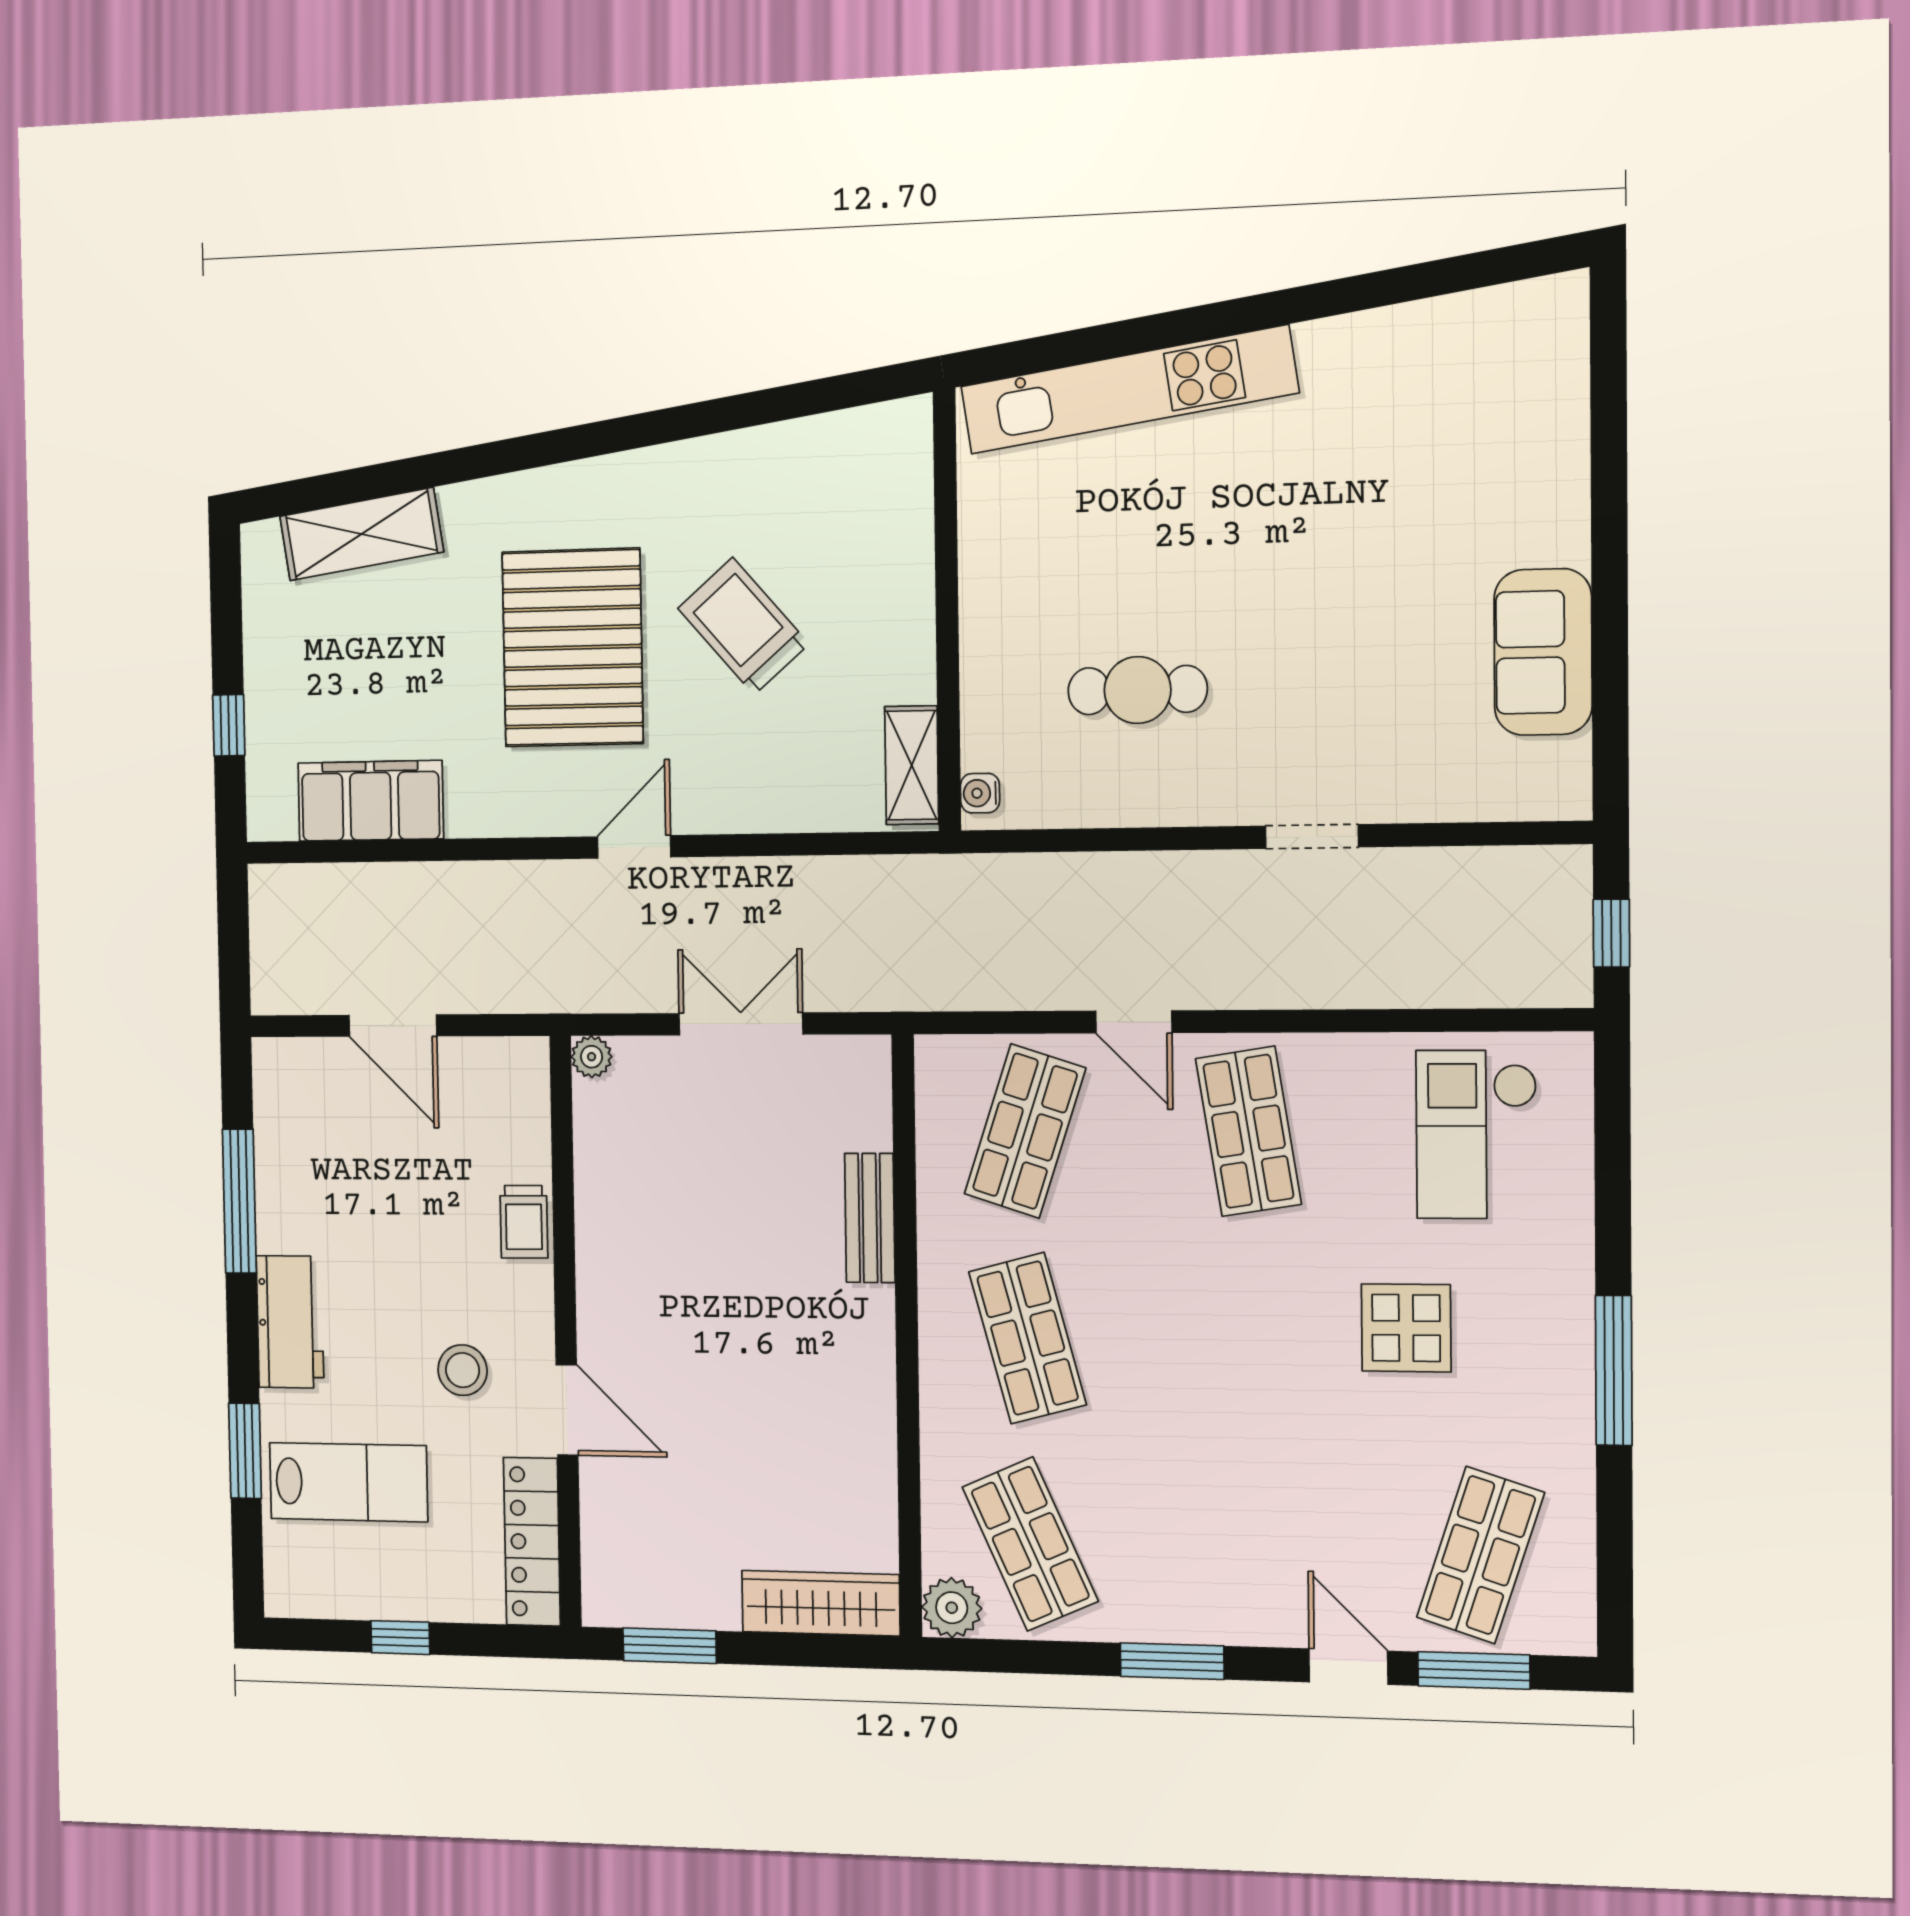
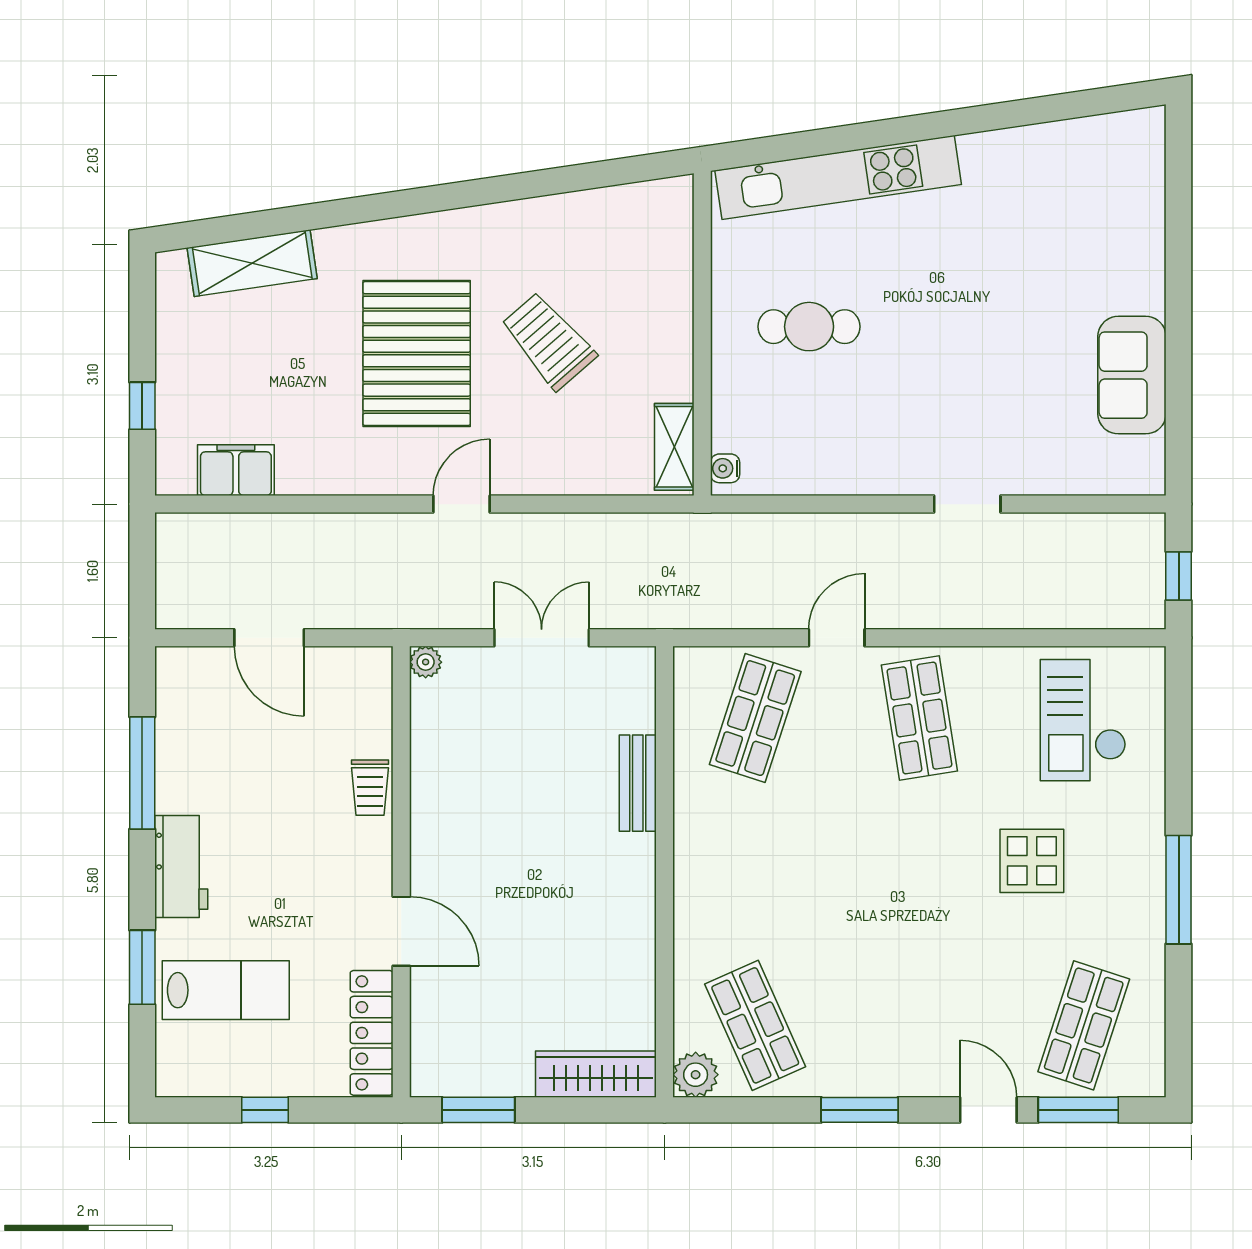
cafe table: (1138, 690) -> (809, 327), moved
filing cabinet: (371, 801) -> (236, 470), width x0.67, depth x0.86
door: (1134, 1022) -> (837, 638), swing flipped
shop shelf: (1028, 1338) -> (755, 872), removed
stool: (463, 1370) -> (319, 902), removed

